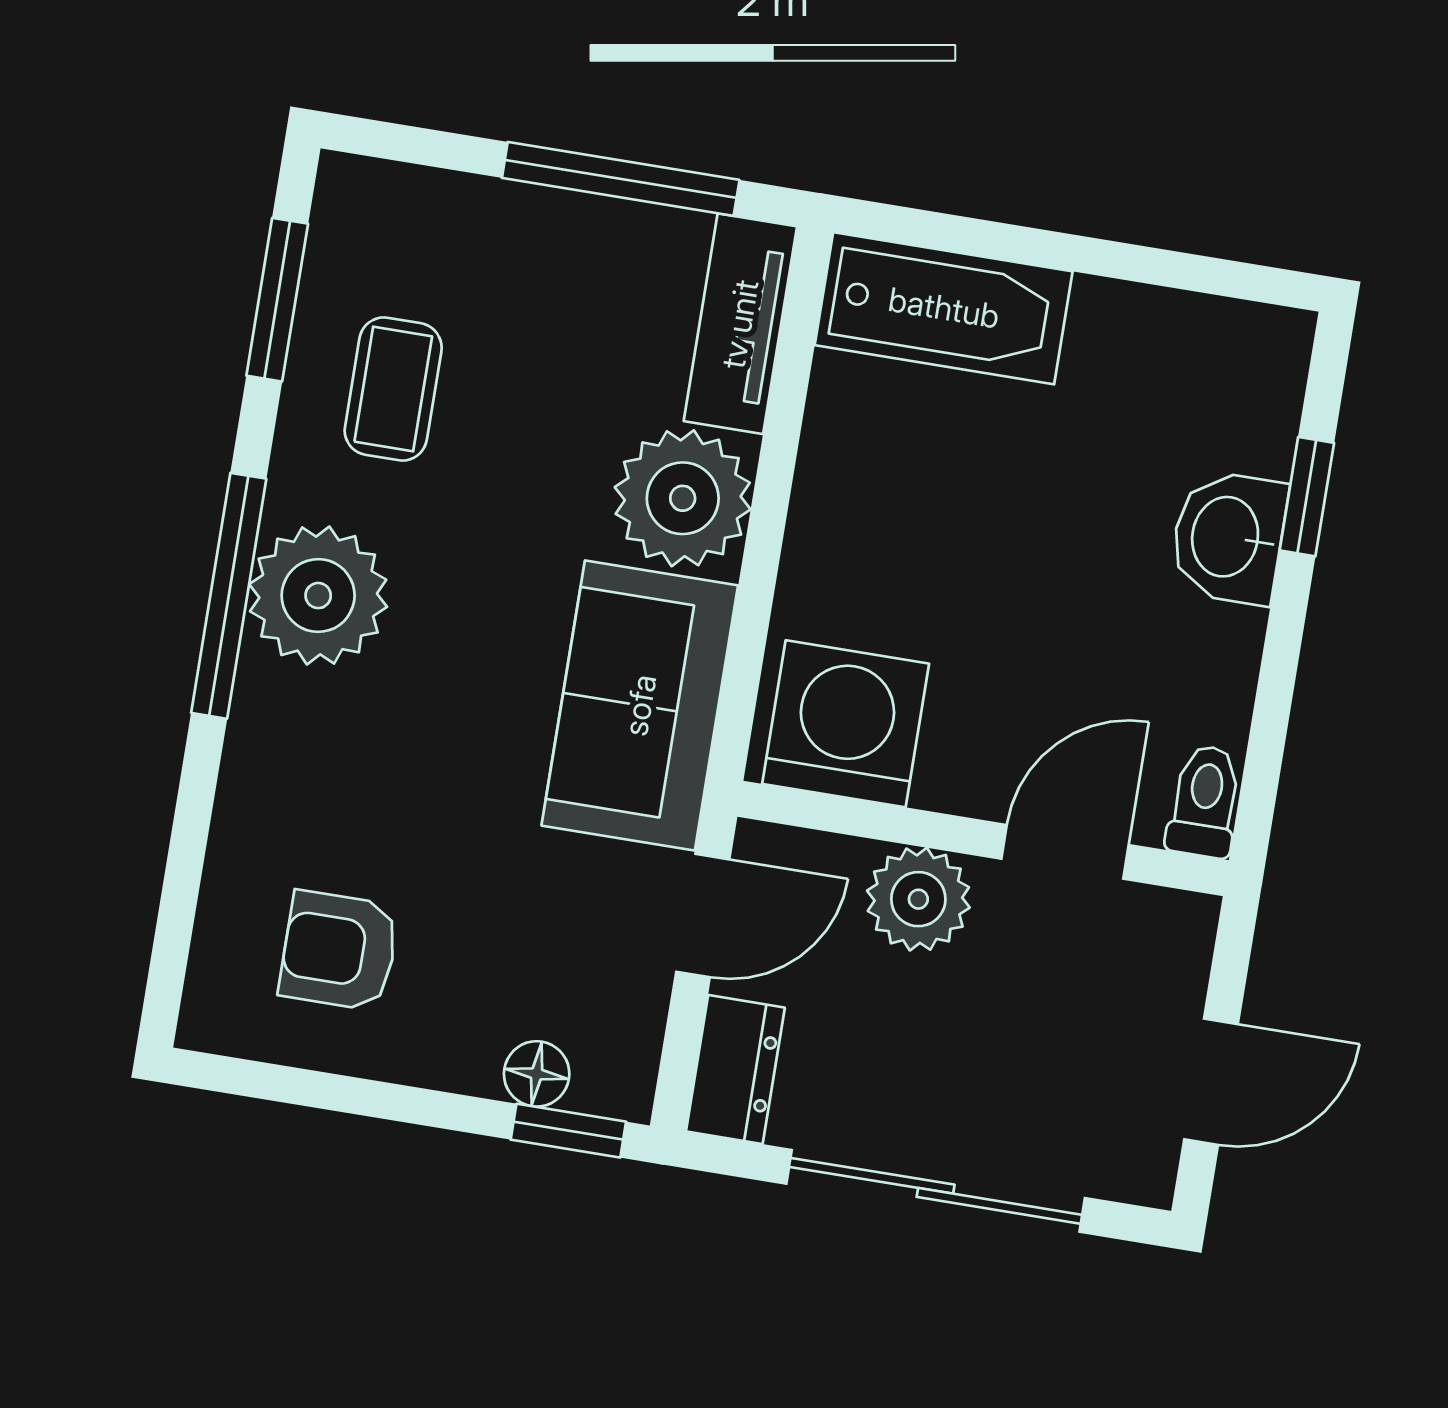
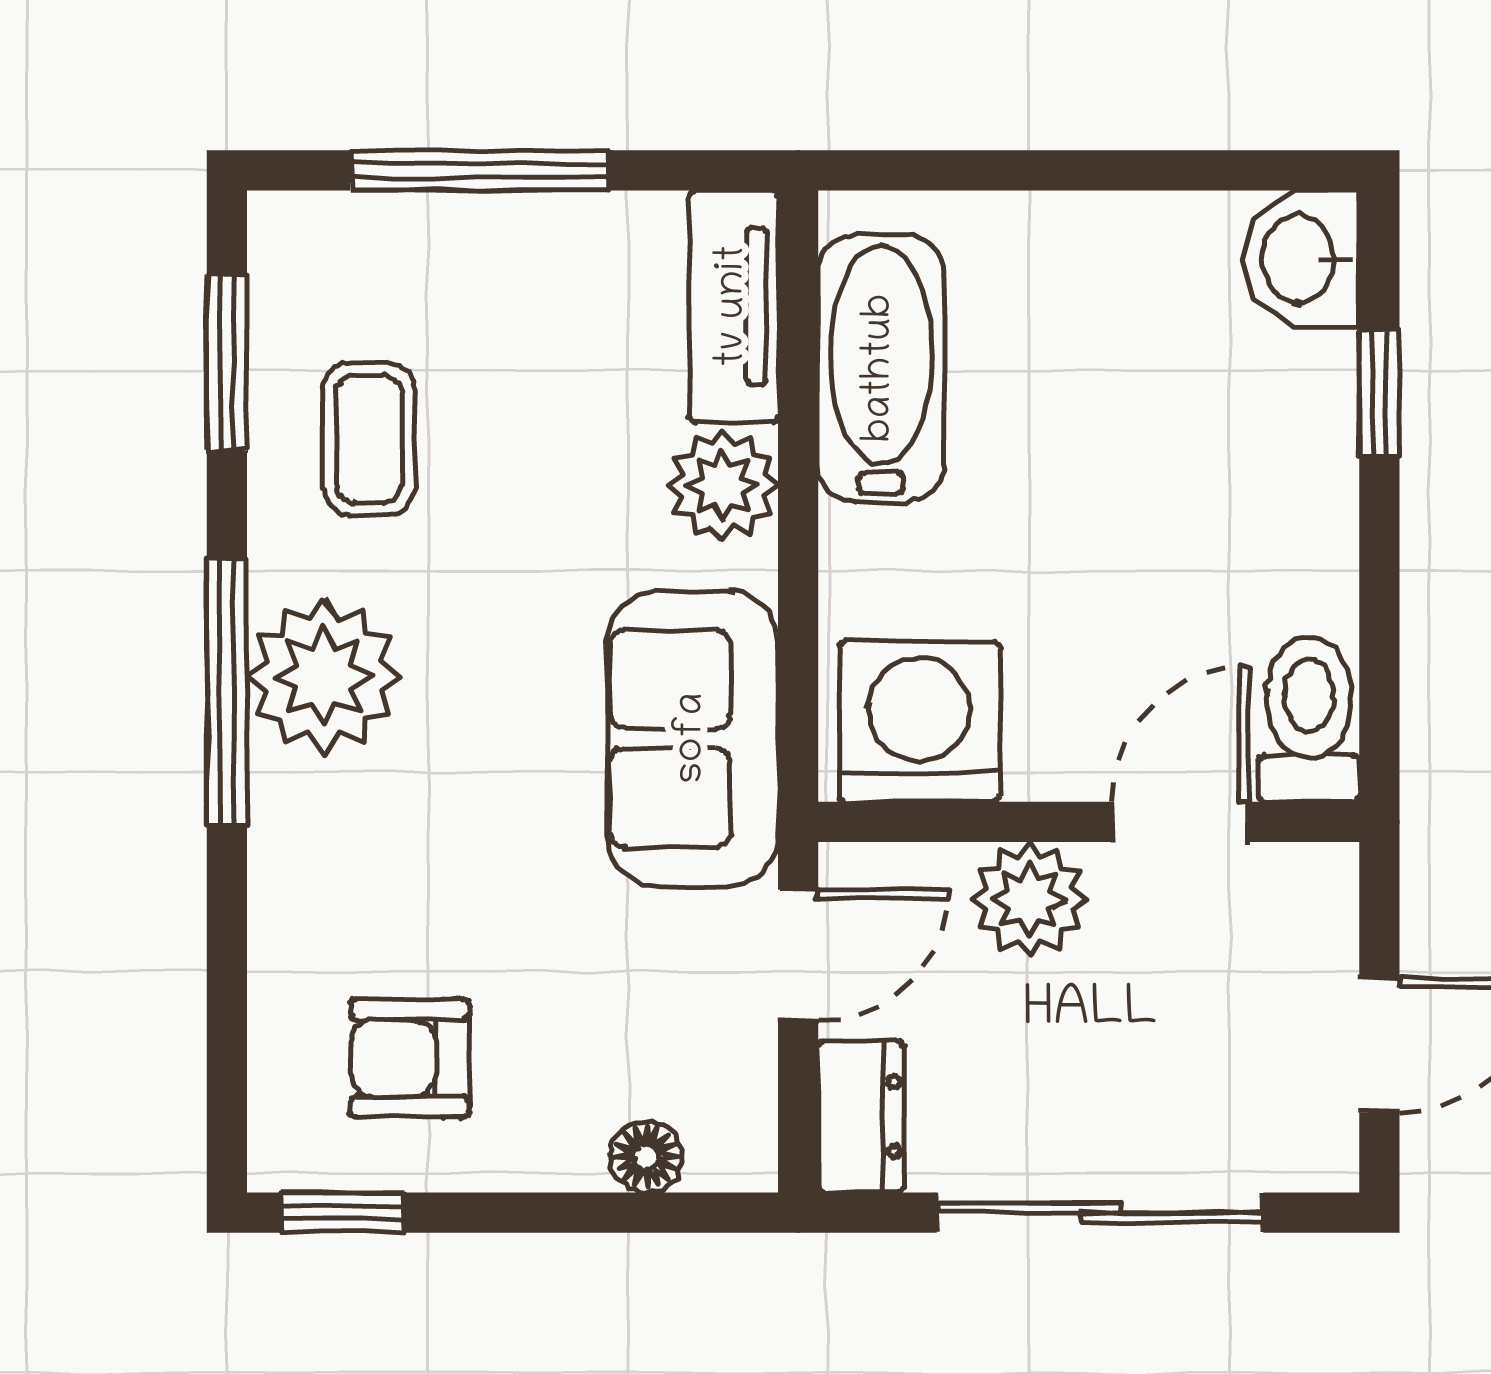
window: (621, 179) -> (479, 170), moved
bathtub: (944, 308) -> (881, 368), moved, turned -90
plant: (683, 498) -> (722, 486), width x0.73, depth x0.73
washbasin: (1228, 537) -> (1301, 259), moved
toilet: (1205, 801) -> (1309, 719), width x1.37, depth x1.39
window: (568, 1131) -> (343, 1213), moved

